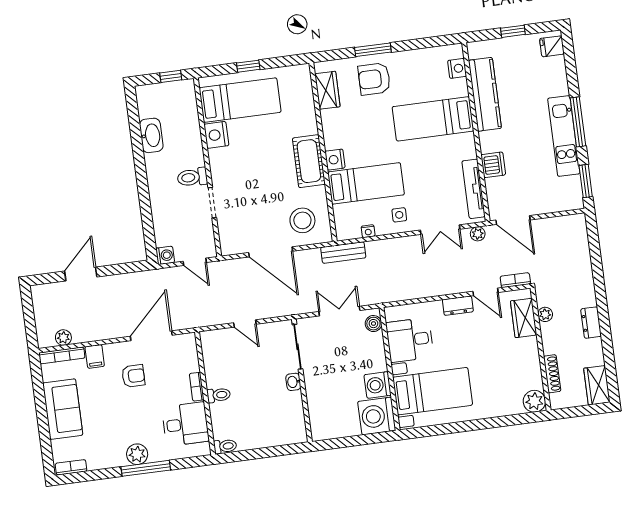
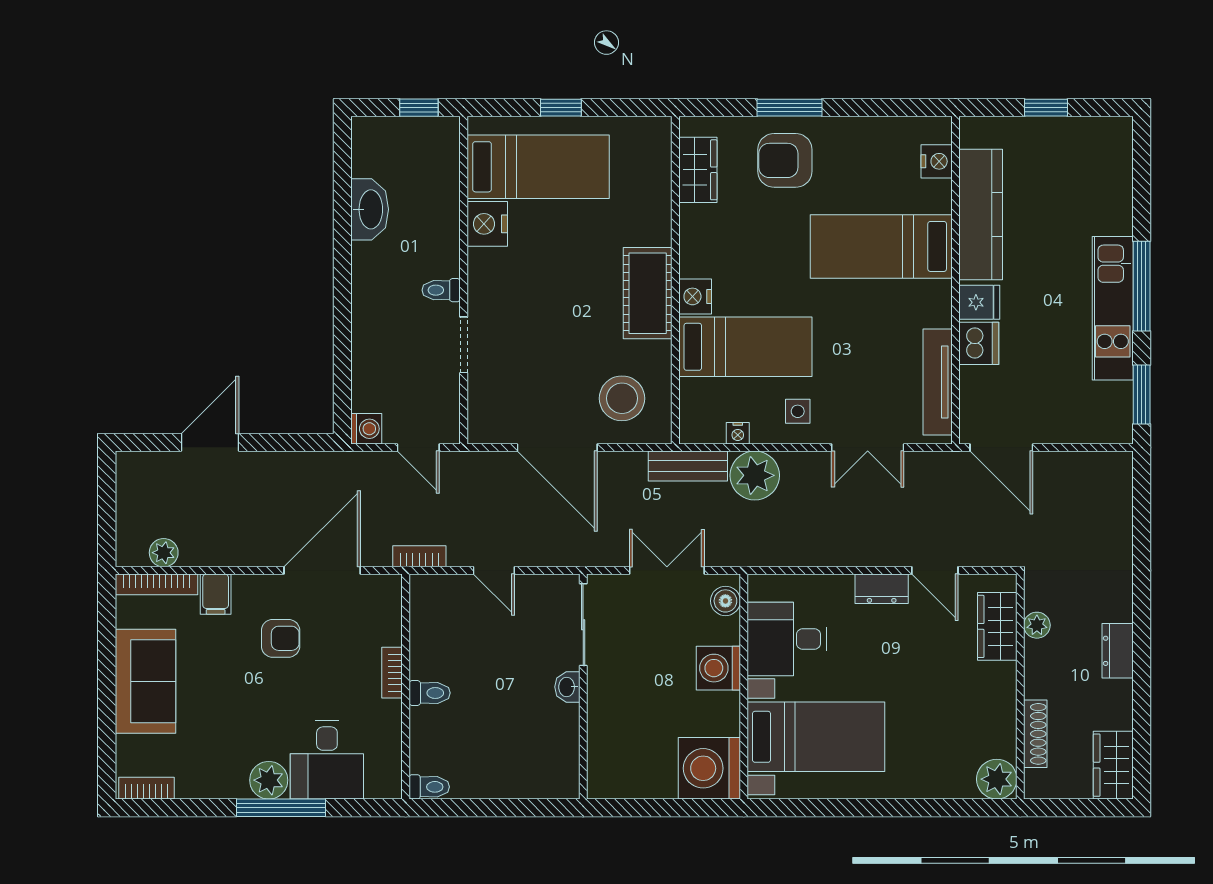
fridge: (552, 46) -> (979, 302), moved, turned 180
toilet: (192, 177) -> (441, 290), width x0.73, depth x0.72
plant: (478, 234) -> (755, 475), moved, width x1.88, depth x1.88
bookcase: (515, 280) -> (419, 556), moved
washing machine: (378, 385) -> (718, 668), moved
desk: (185, 424) -> (327, 760), moved, turned 90

